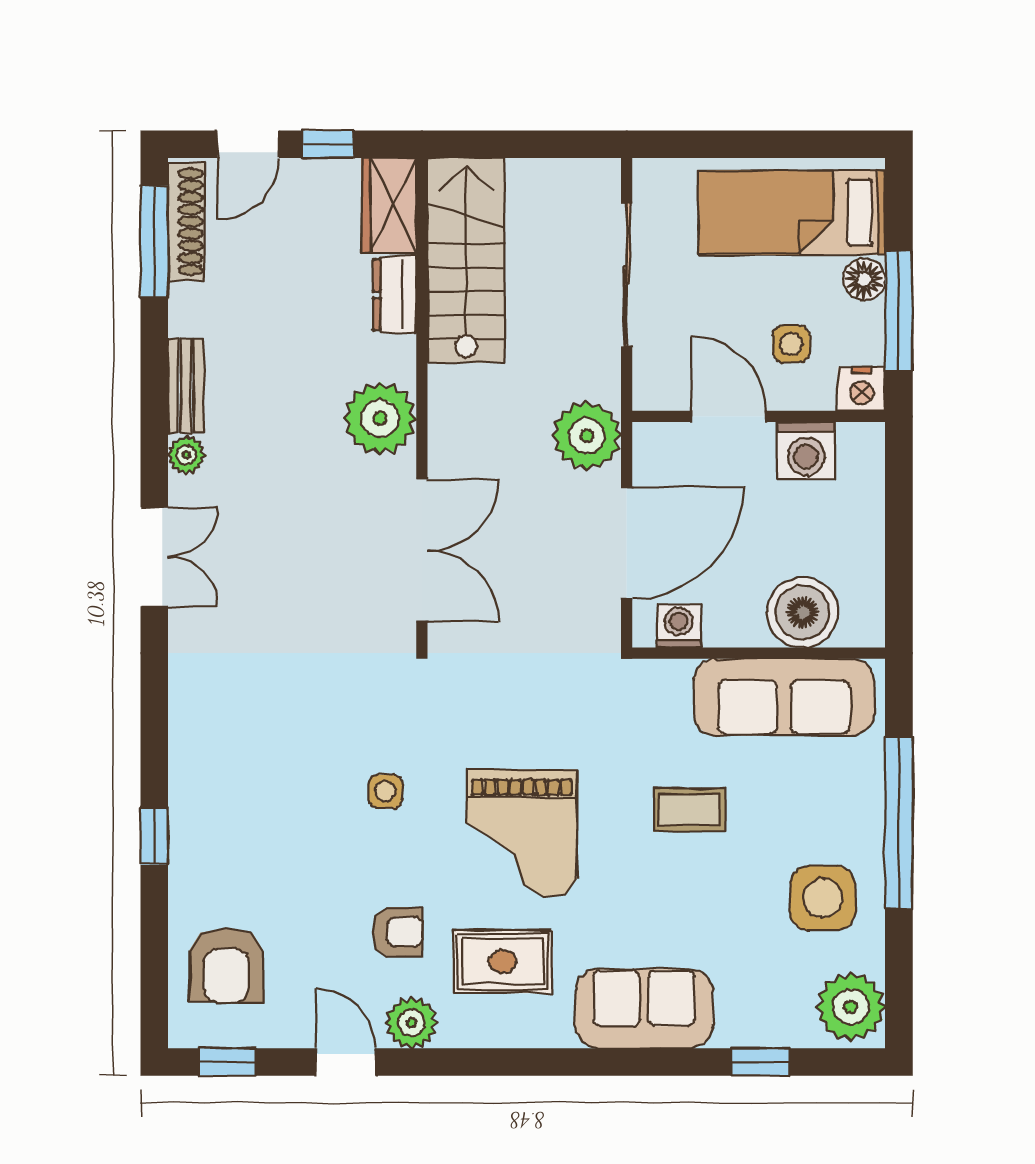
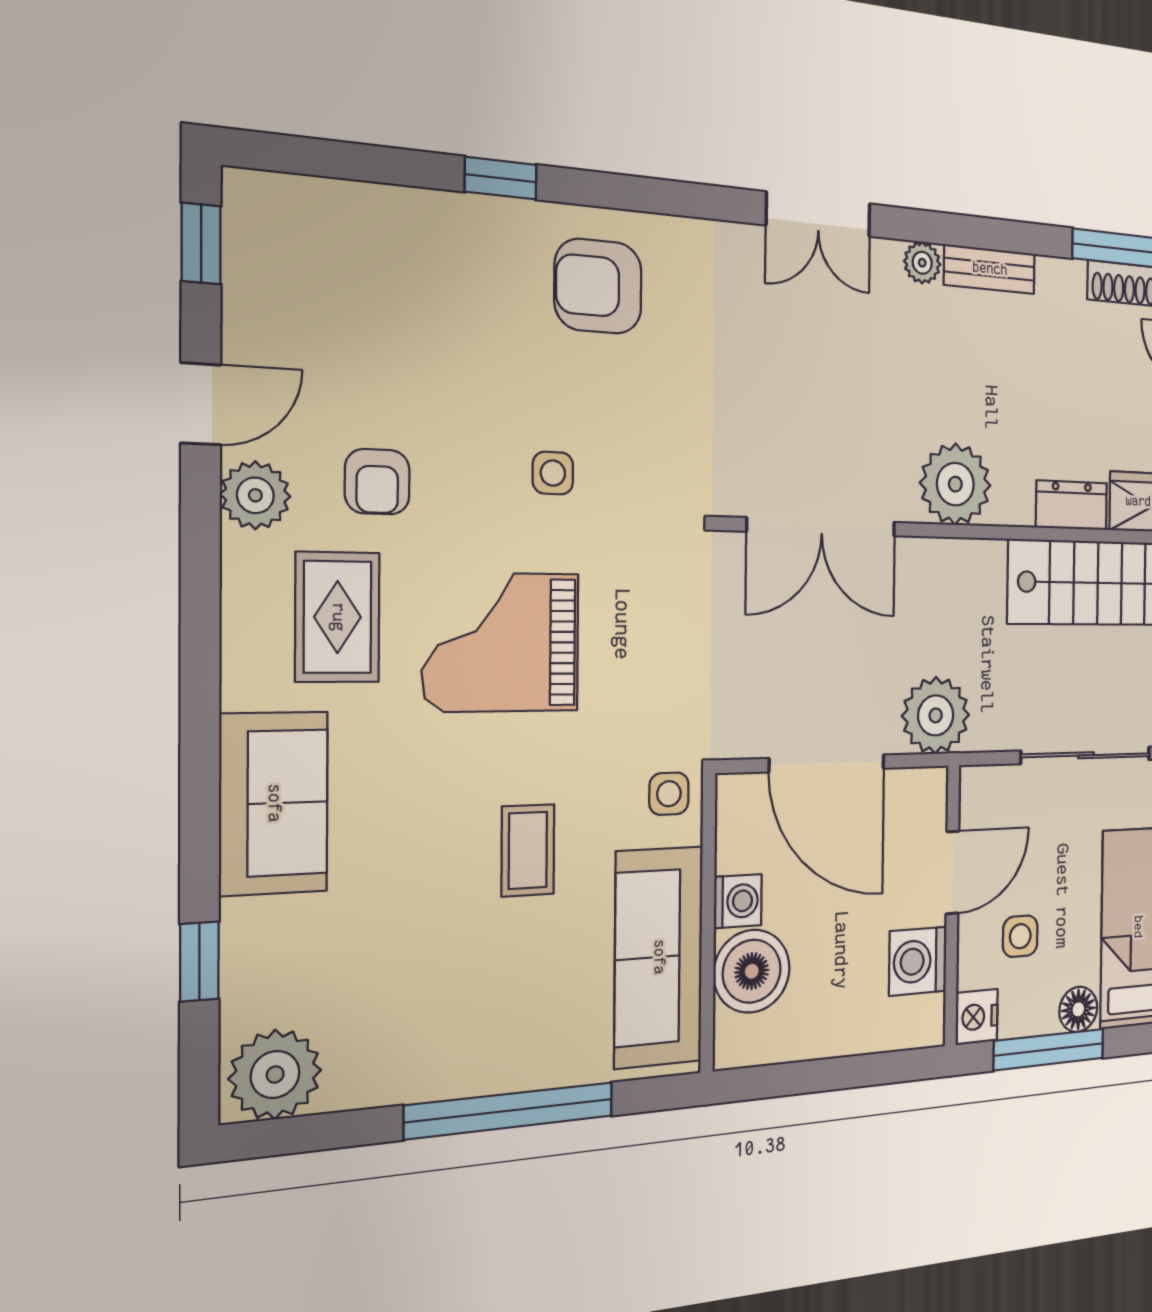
washing machine: (679, 626) -> (738, 901), moved
side table: (823, 898) -> (669, 794), moved, width x0.54, depth x0.54
armchair: (226, 965) -> (598, 286), moved

